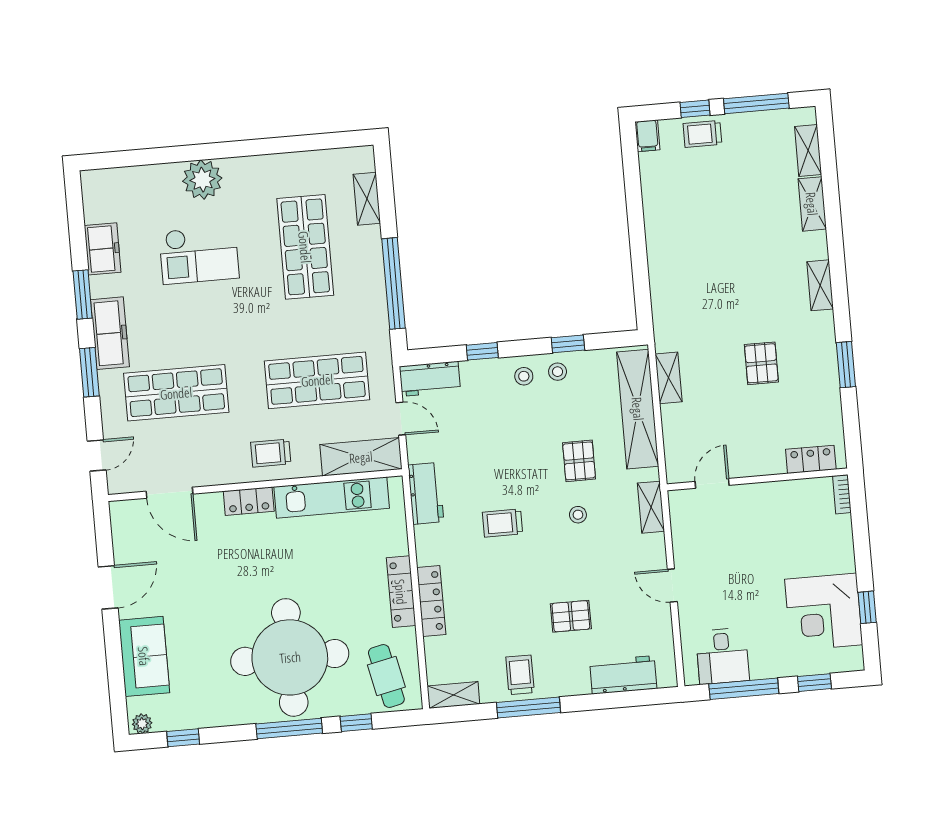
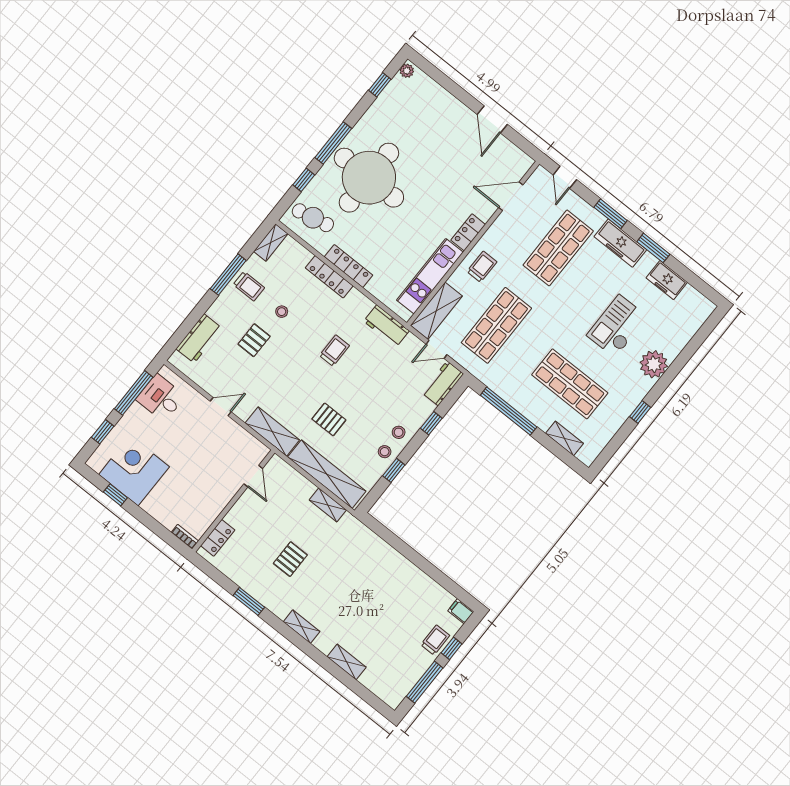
window: (265, 146) -> (640, 412), added
shelving: (808, 150) -> (376, 686), removed
pallet: (761, 363) -> (290, 559), turned 90
shelving: (651, 507) -> (272, 432), width x1.50, depth x1.33
stool: (578, 515) -> (282, 312), moved
sofa: (144, 656) -> (440, 104), removed

